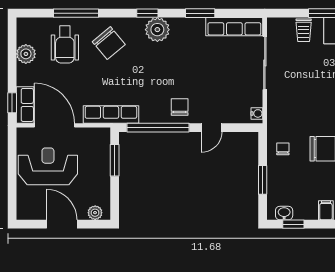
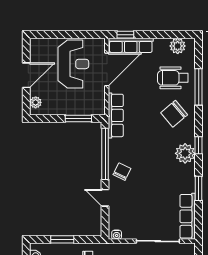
plant: (26, 54) -> (178, 46), moved
row of seats: (25, 105) -> (131, 45), width x1.48
chair: (180, 107) -> (122, 172), turned -64

